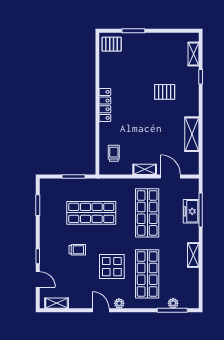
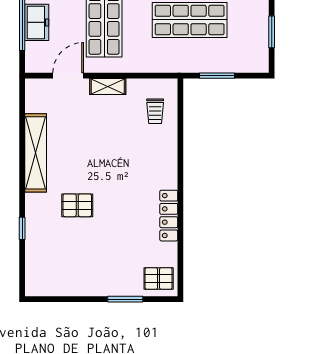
shelving: (193, 54) -> (33, 263), removed
locker: (105, 105) -> (169, 216), moved
shelving: (192, 134) -> (36, 153), width x1.47
door: (171, 177) -> (68, 76), swing flipped

